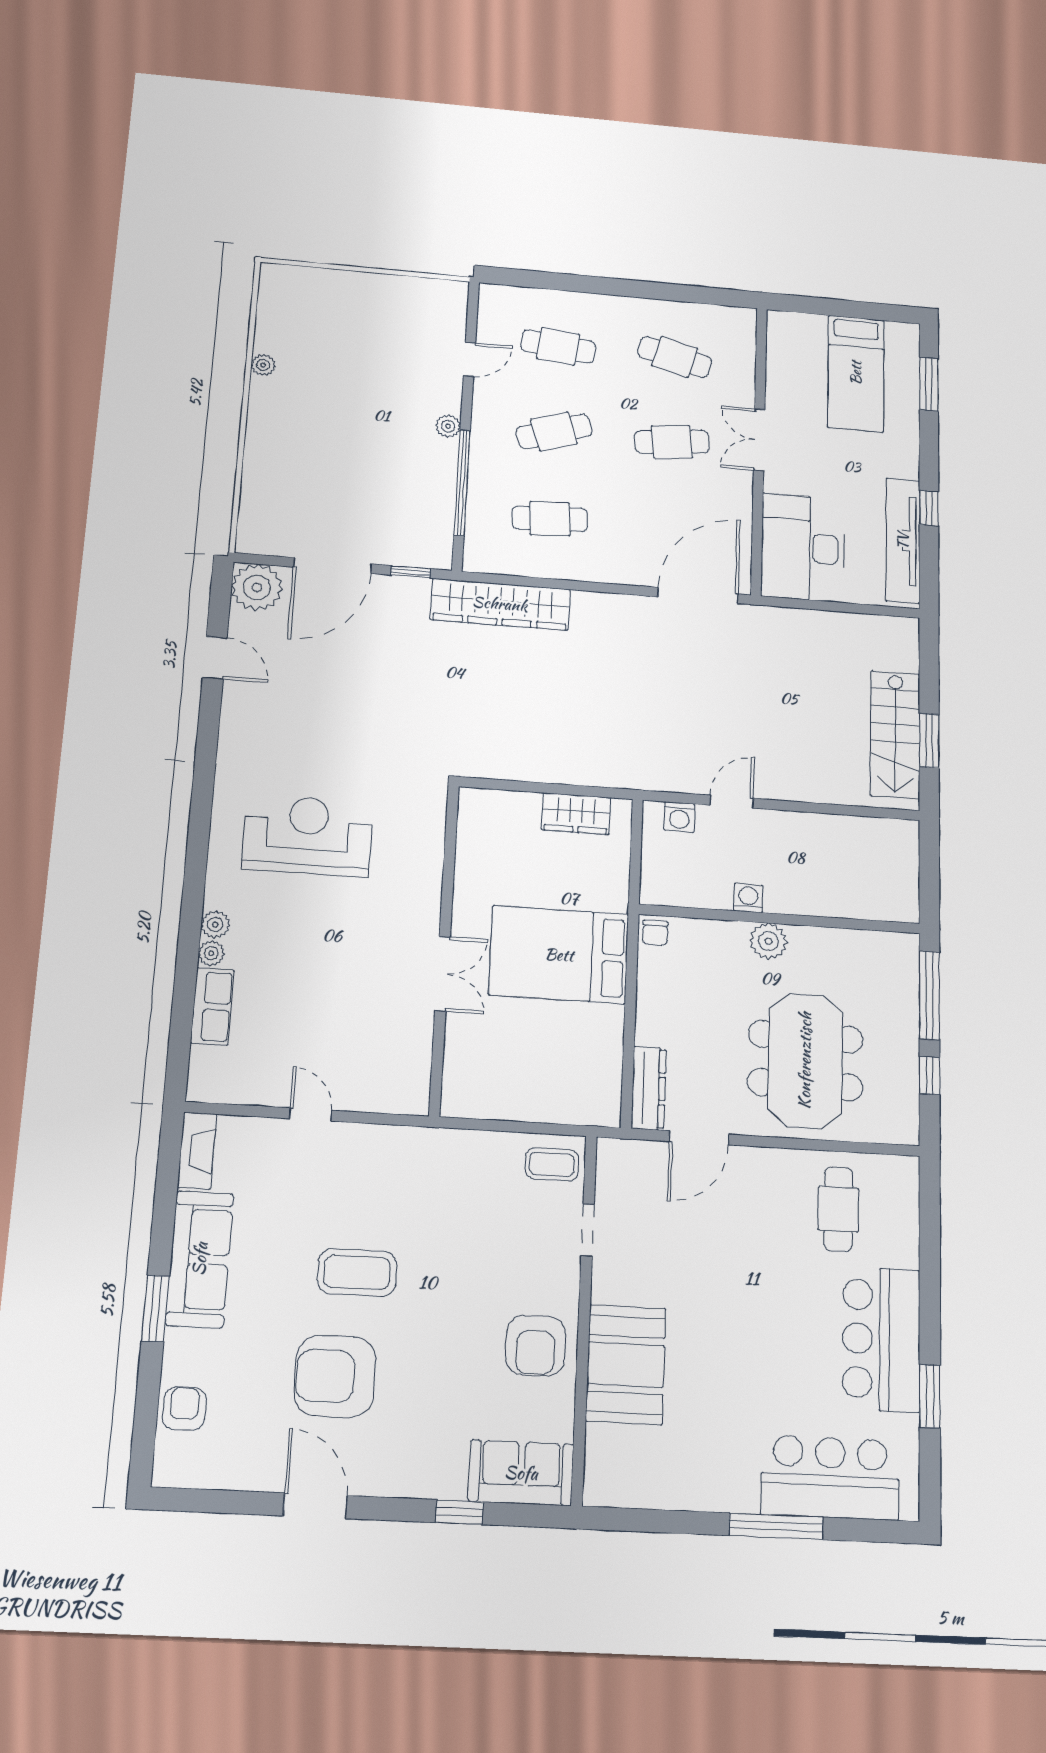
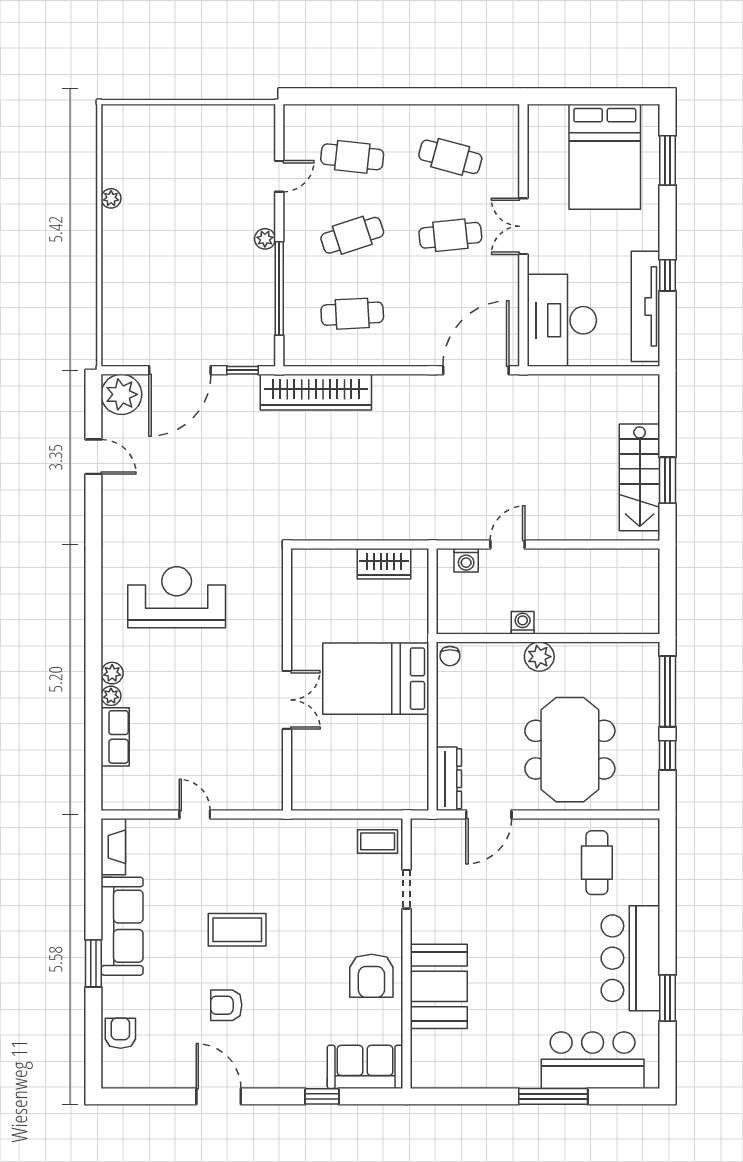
bed: (856, 373) -> (605, 157), width x1.50
armchair: (335, 1376) -> (226, 1005), width x0.53, depth x0.53

